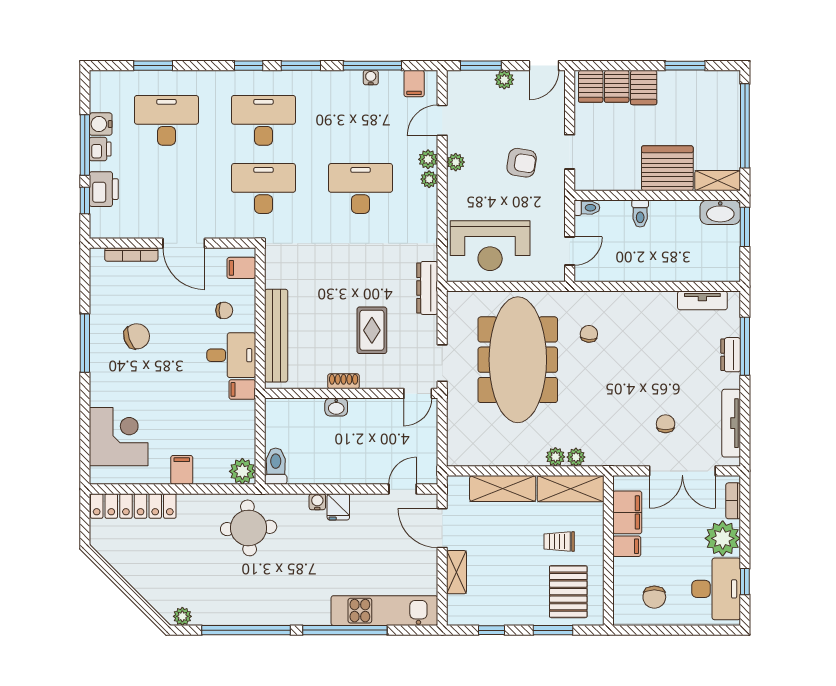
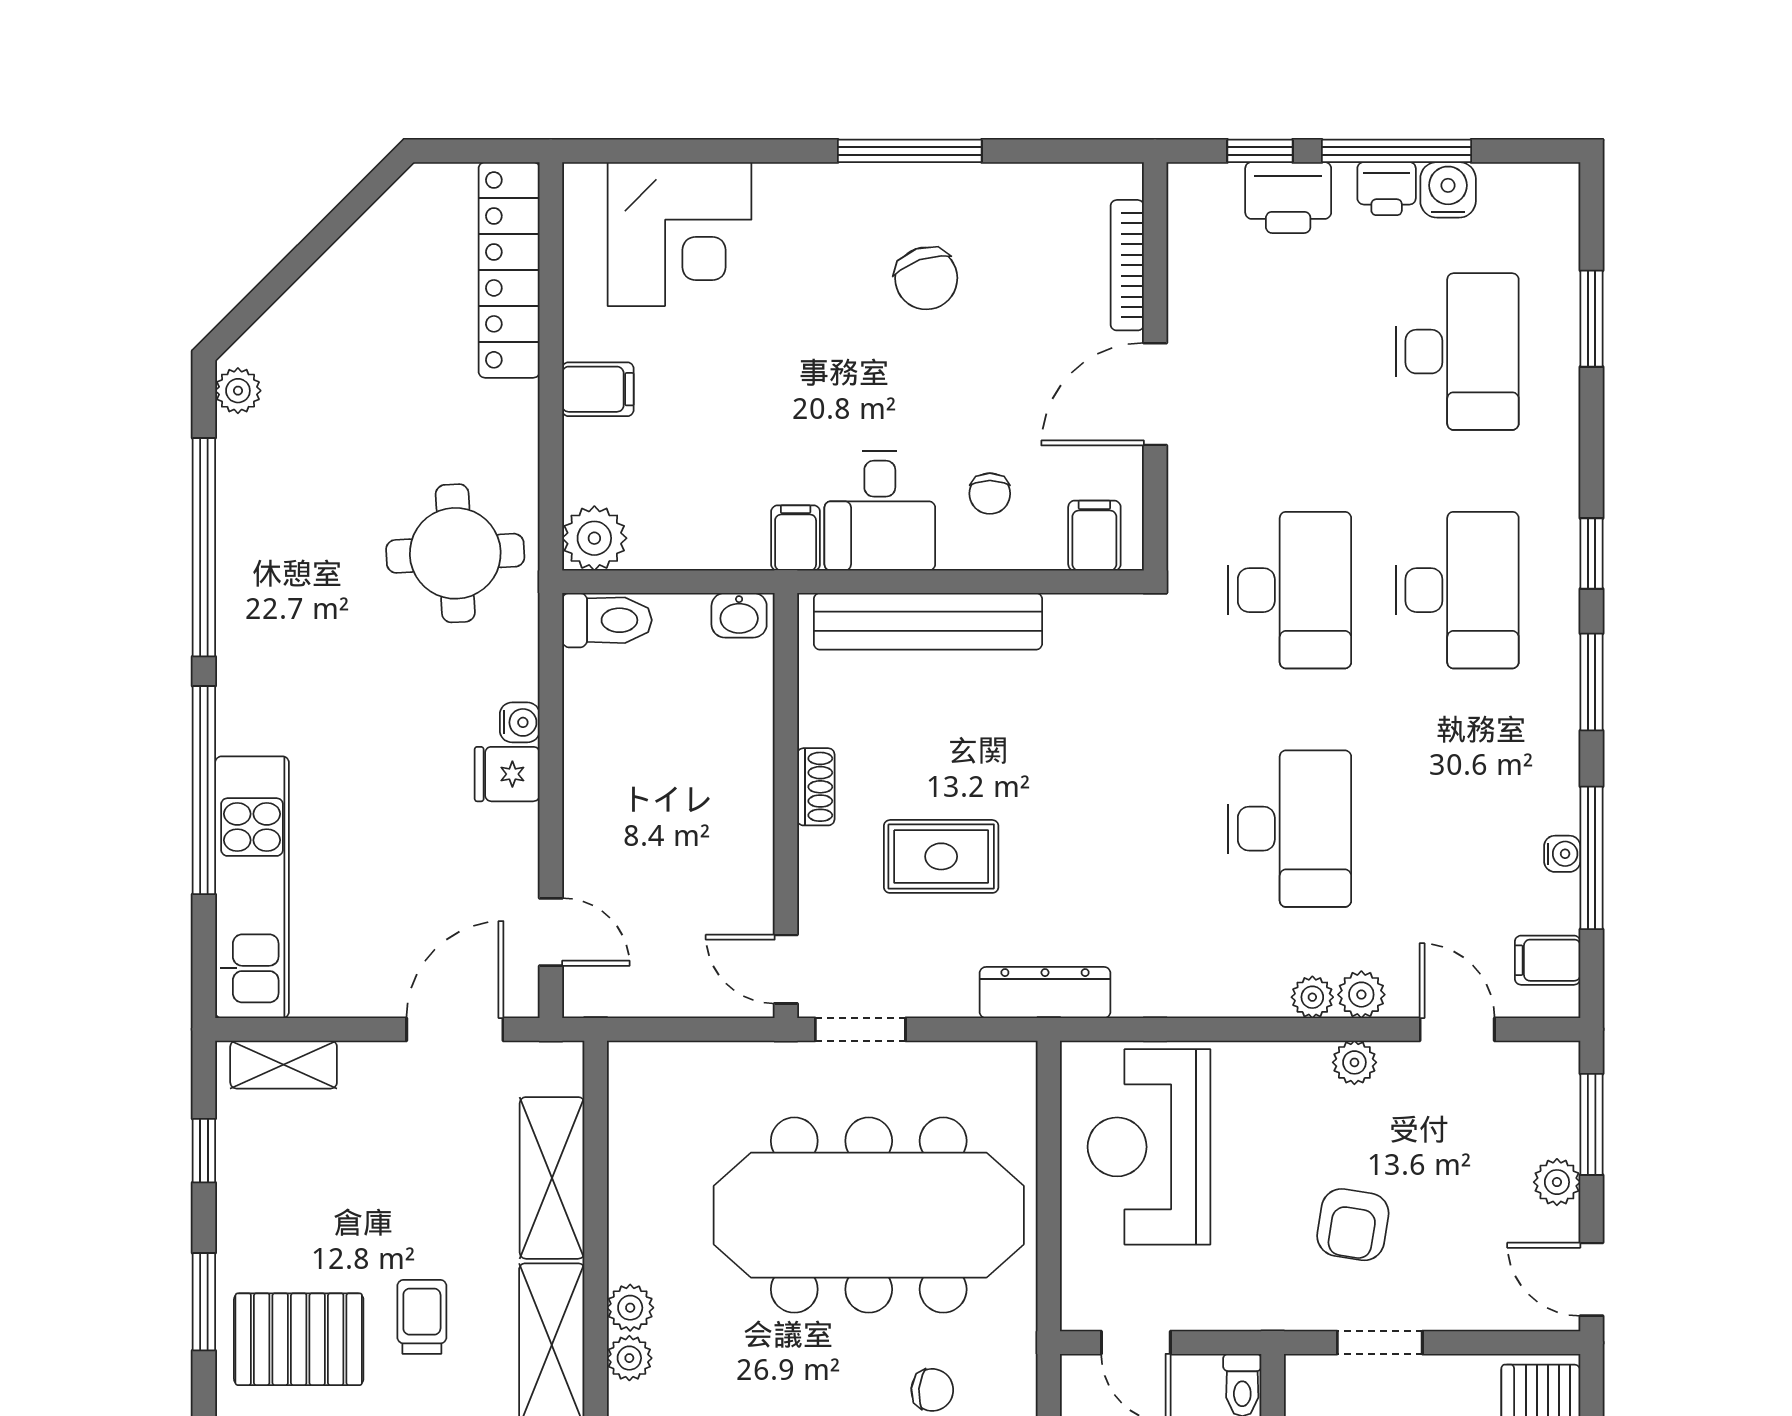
washbasin: (336, 407) -> (739, 615), moved, turned -90
shelving: (457, 572) -> (284, 1065), moved

